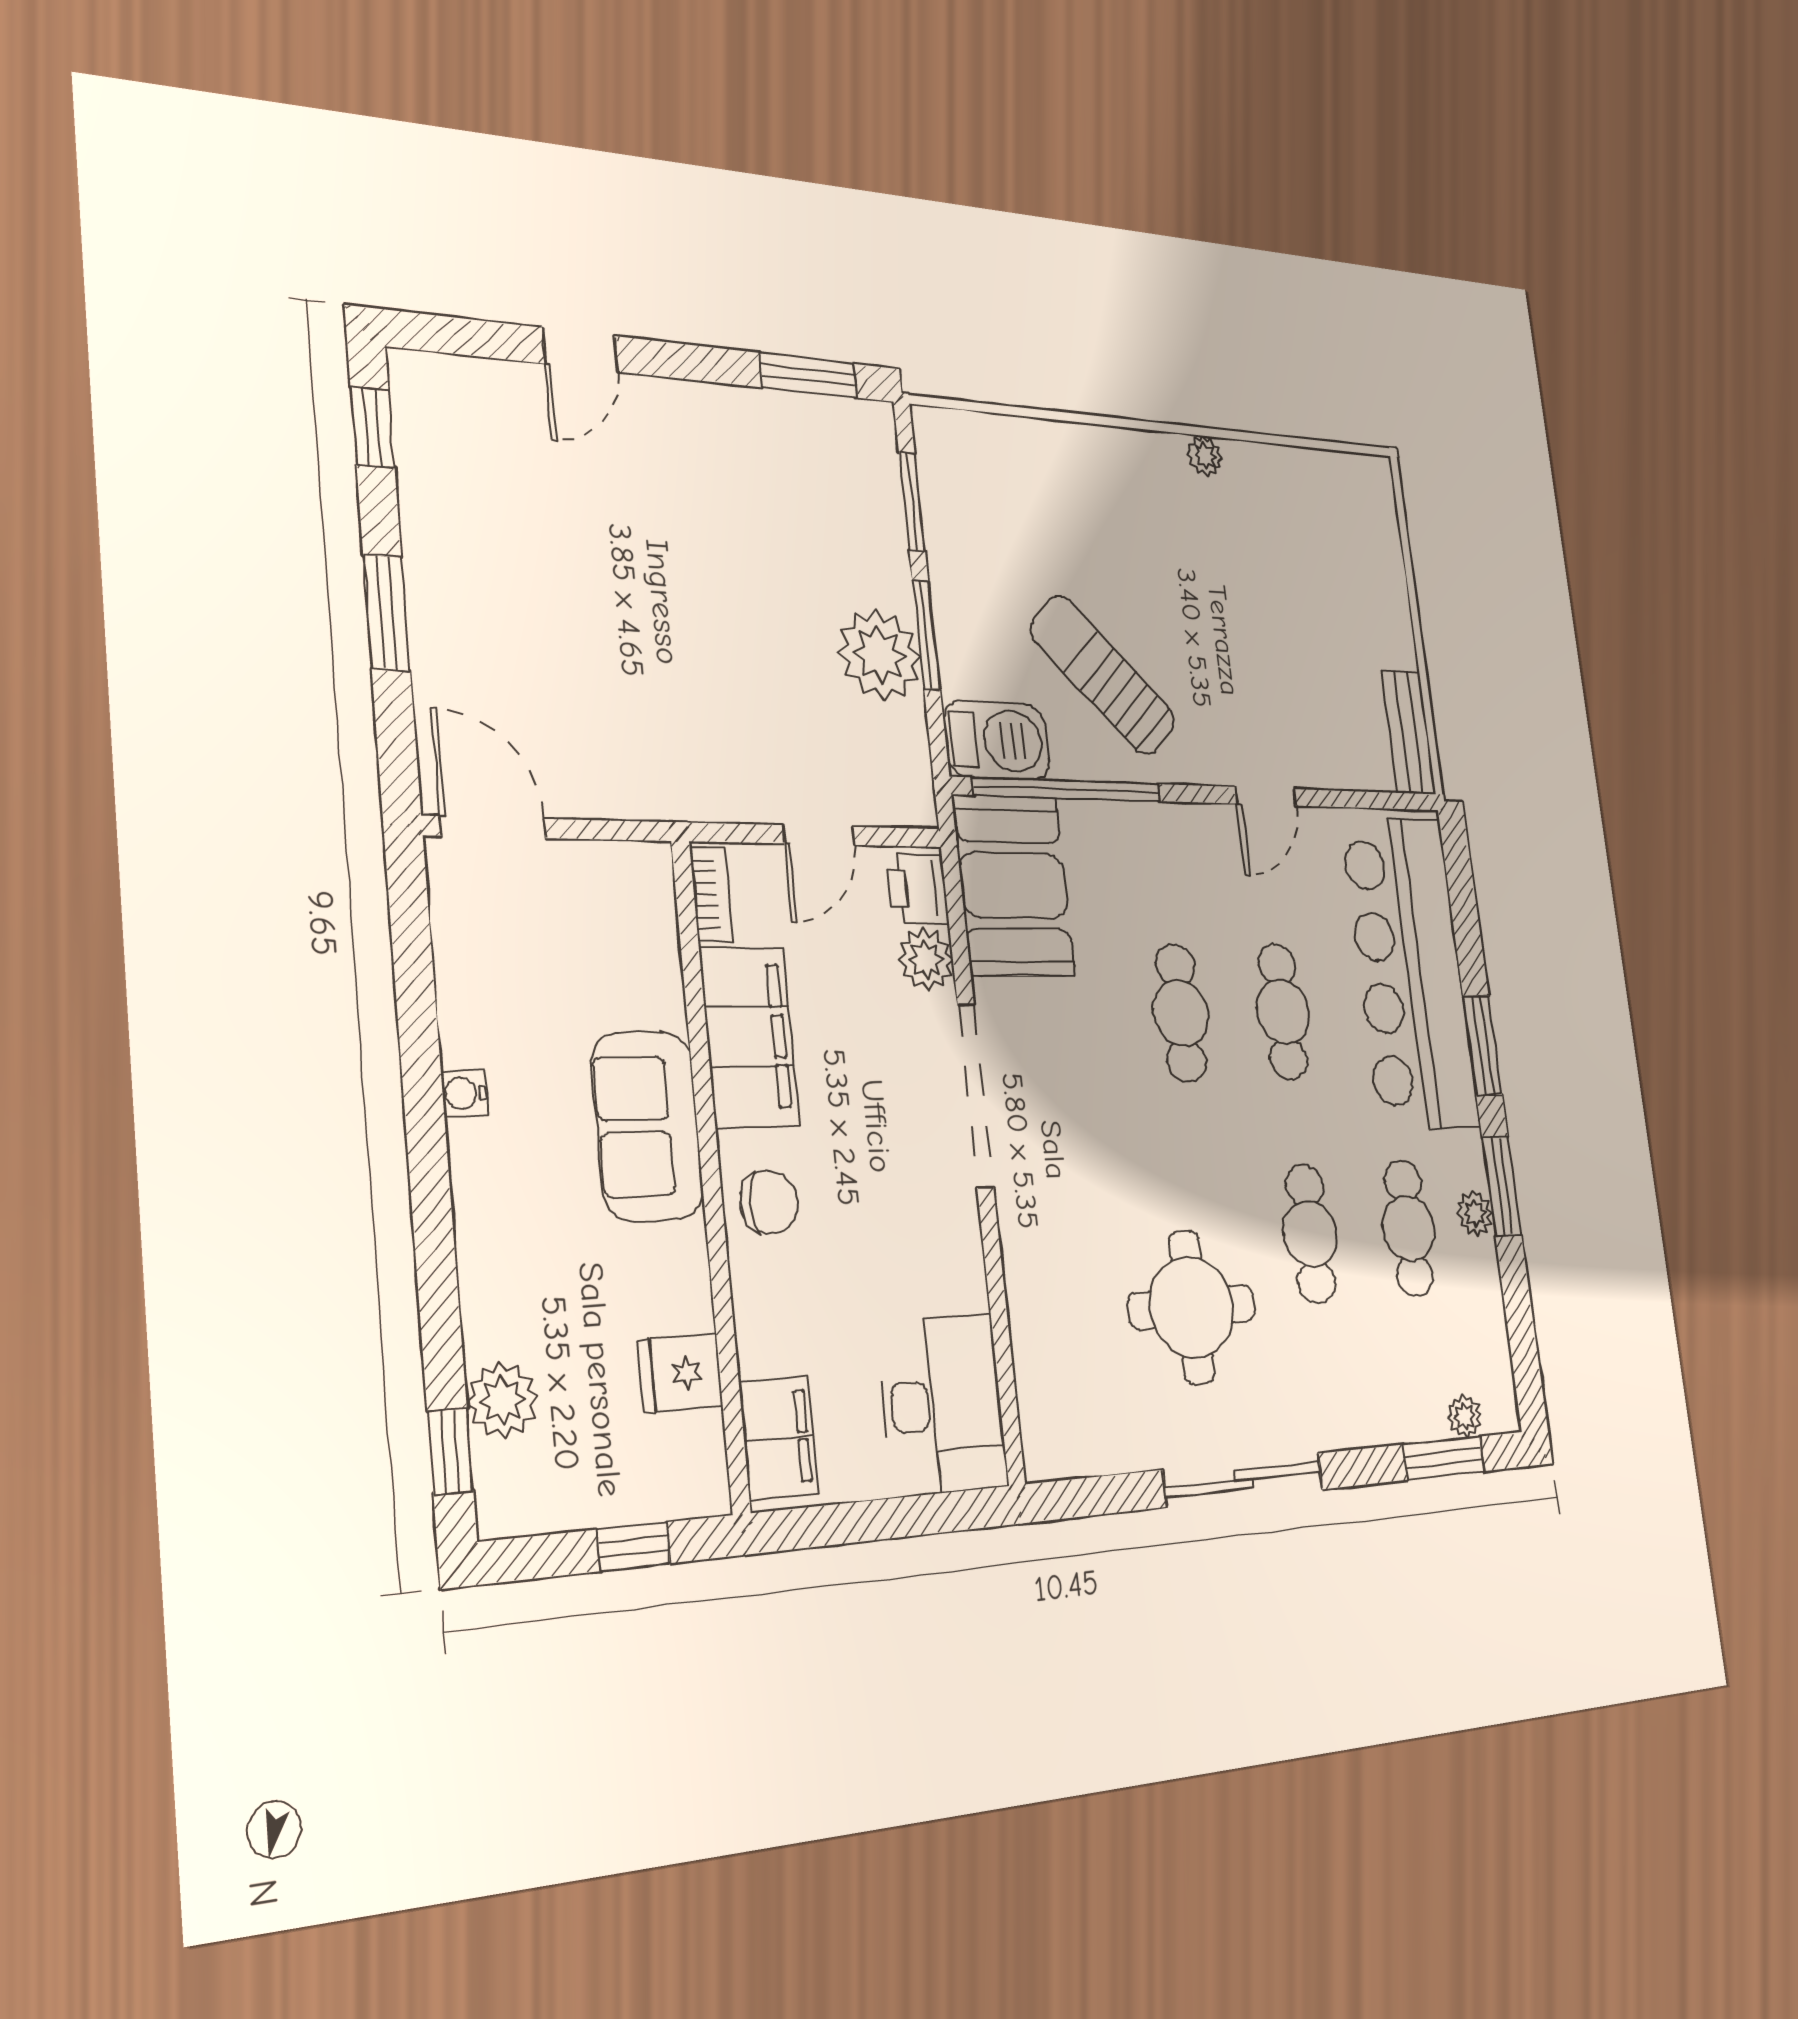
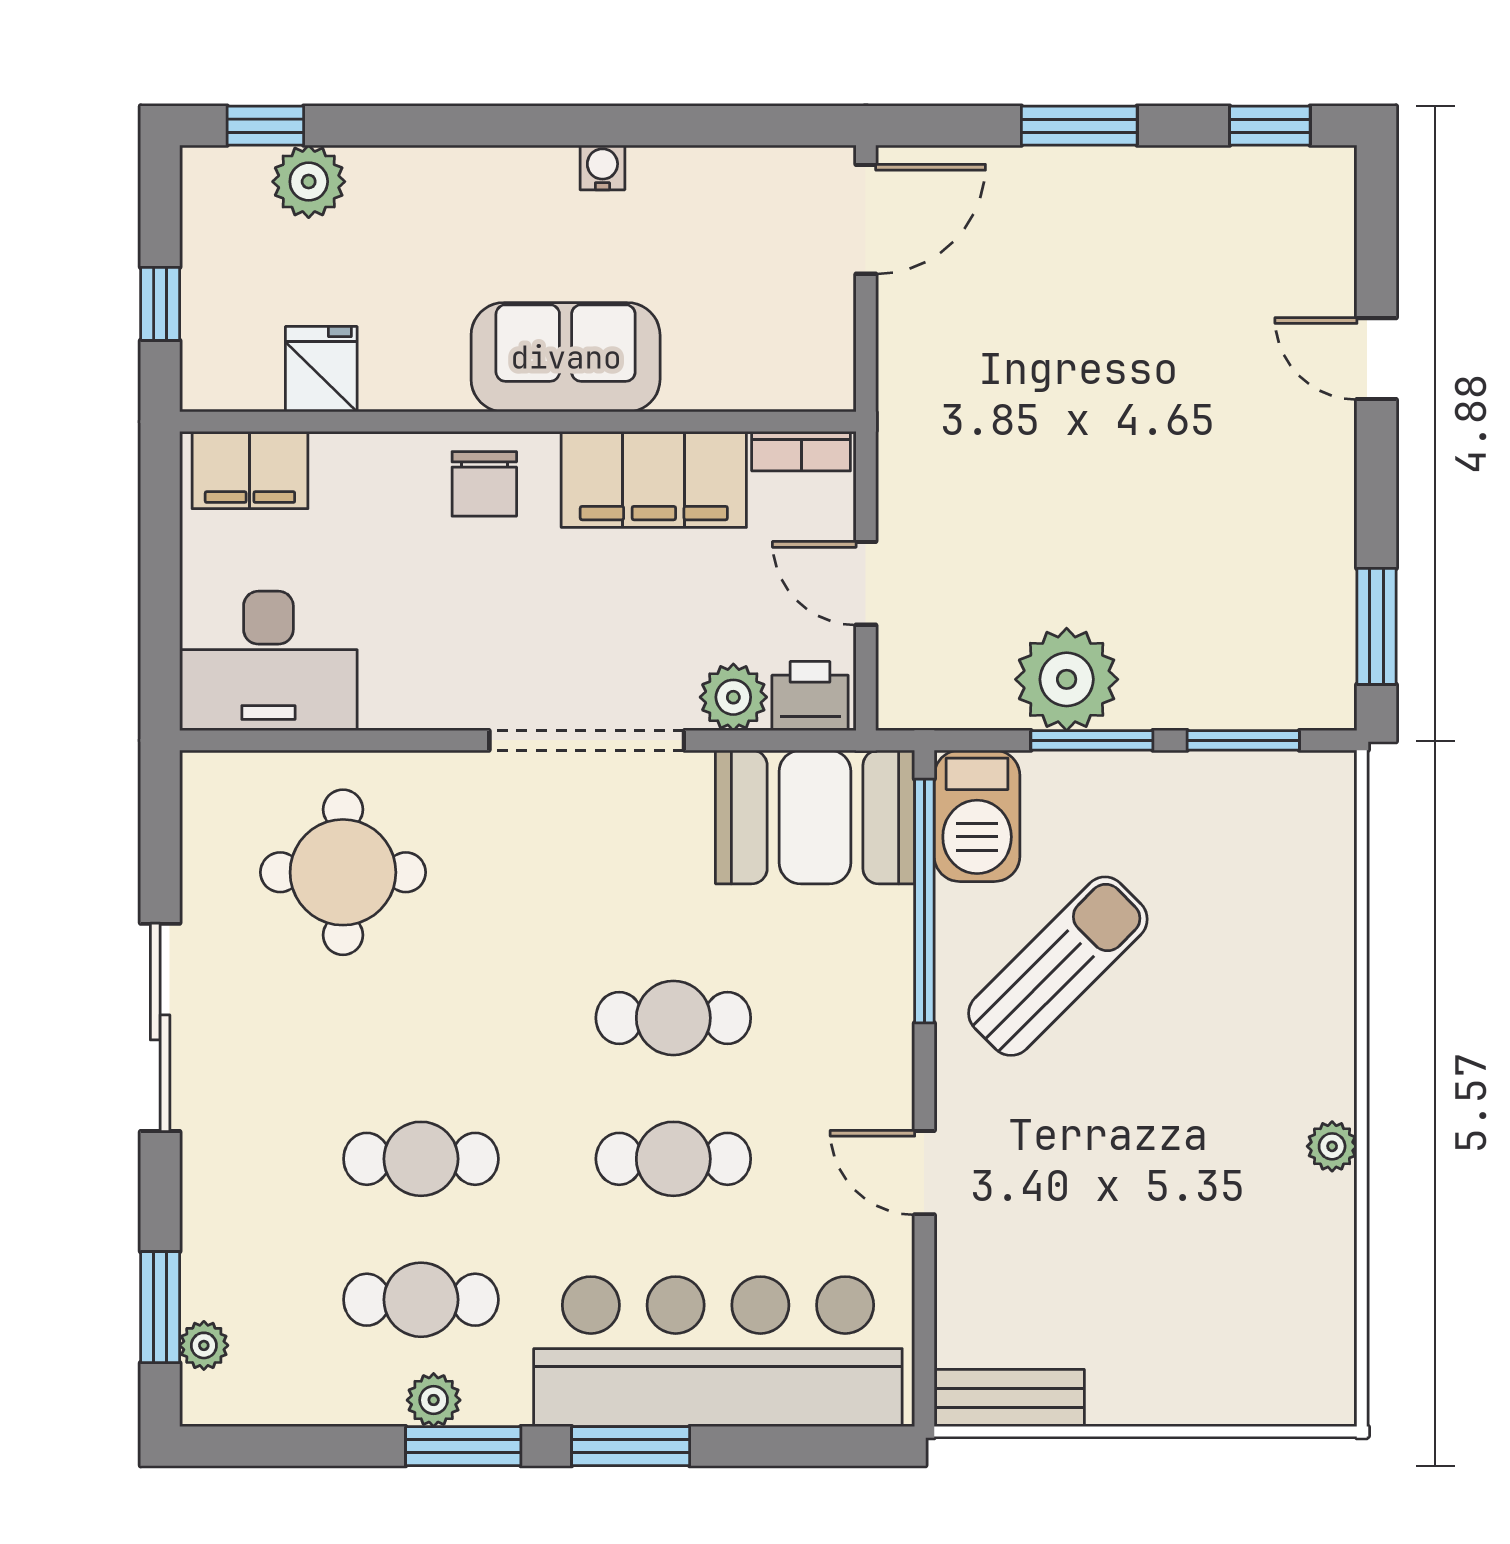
round table: (1192, 1307) -> (343, 872), moved

